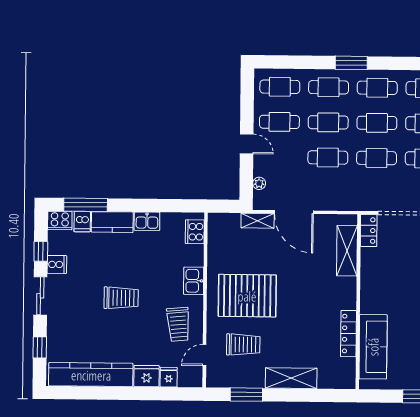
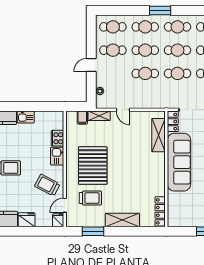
door: (247, 144) -> (91, 65), swing flipped
door: (294, 212) -> (123, 110), width x0.53
filing cabinet: (232, 223) -> (82, 118), added
cooker: (195, 232) -> (58, 138), moved
pallet: (247, 296) -> (93, 166), turned 90
trolley: (178, 324) -> (47, 185), turned 123
locker: (348, 334) -> (160, 211), moved
sofa: (373, 347) -> (179, 162), moved, width x1.36, depth x1.27
fridge: (169, 377) -> (58, 220), moved

